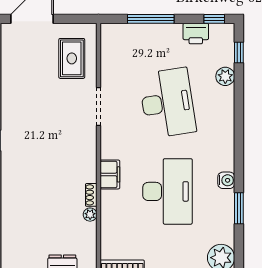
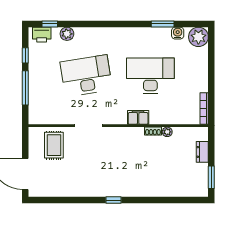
window: (214, 19) -> (25, 55), moved
printer: (196, 34) -> (42, 35), moved, turned 90
rug: (72, 58) -> (54, 145), turned 90
water cooler: (226, 180) -> (178, 33), moved

